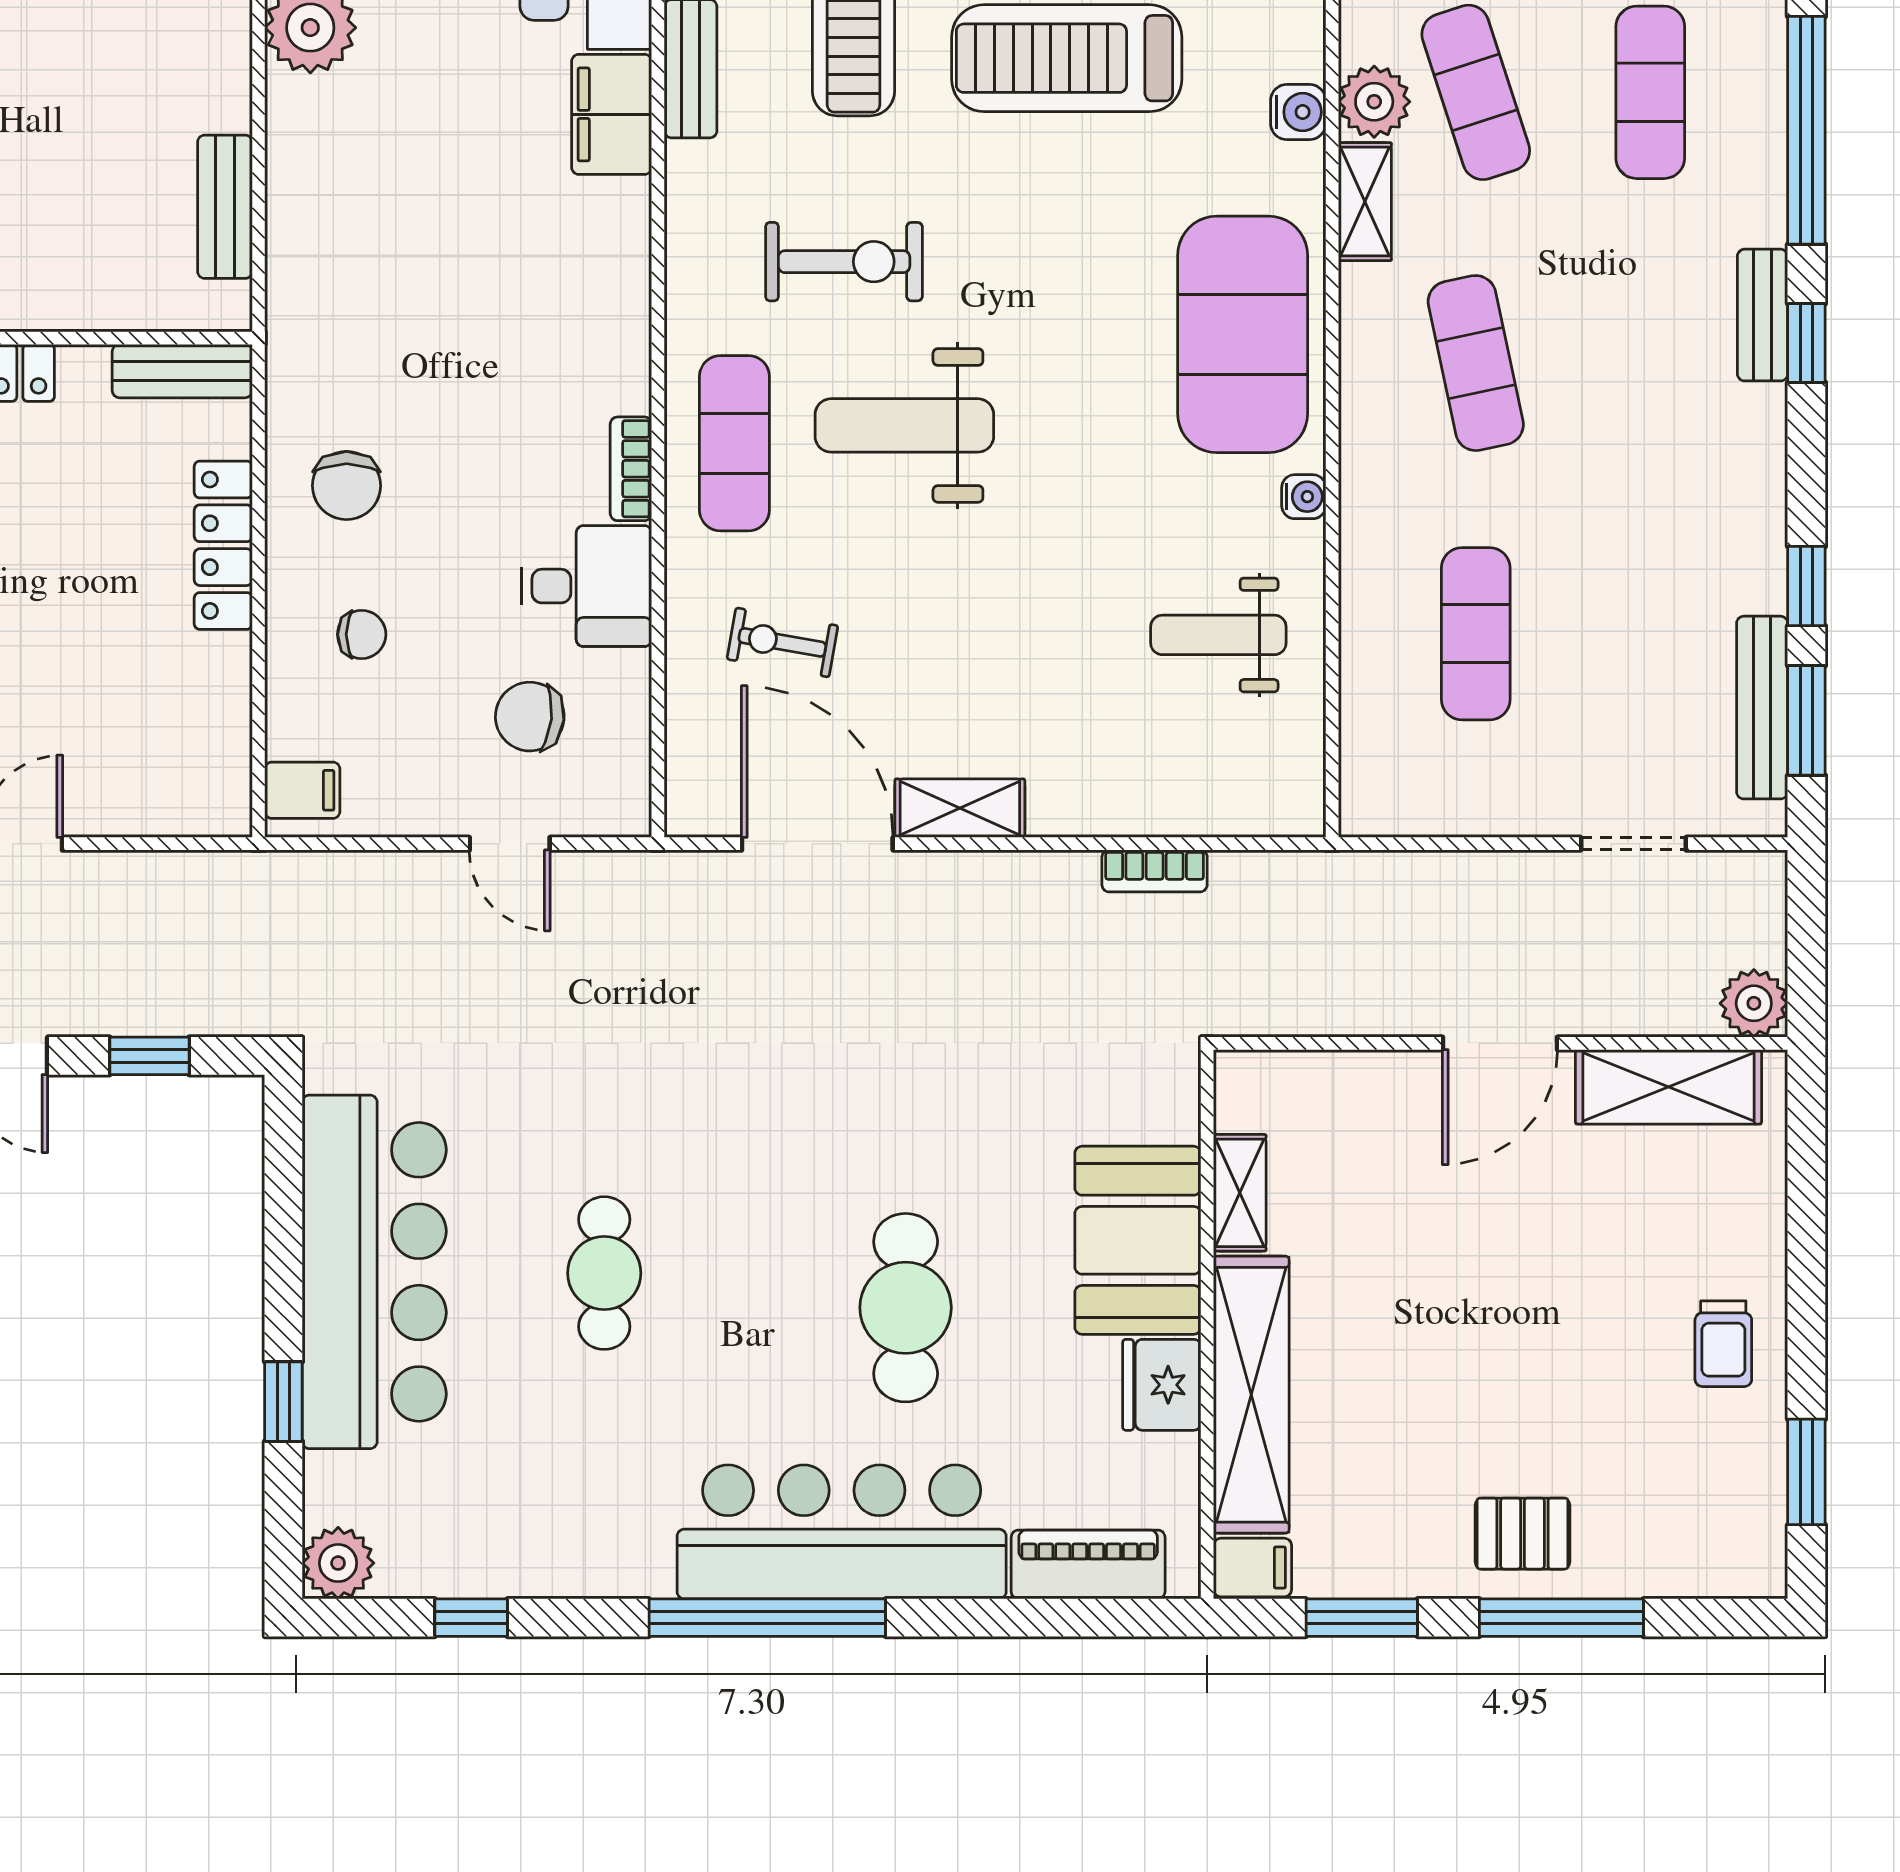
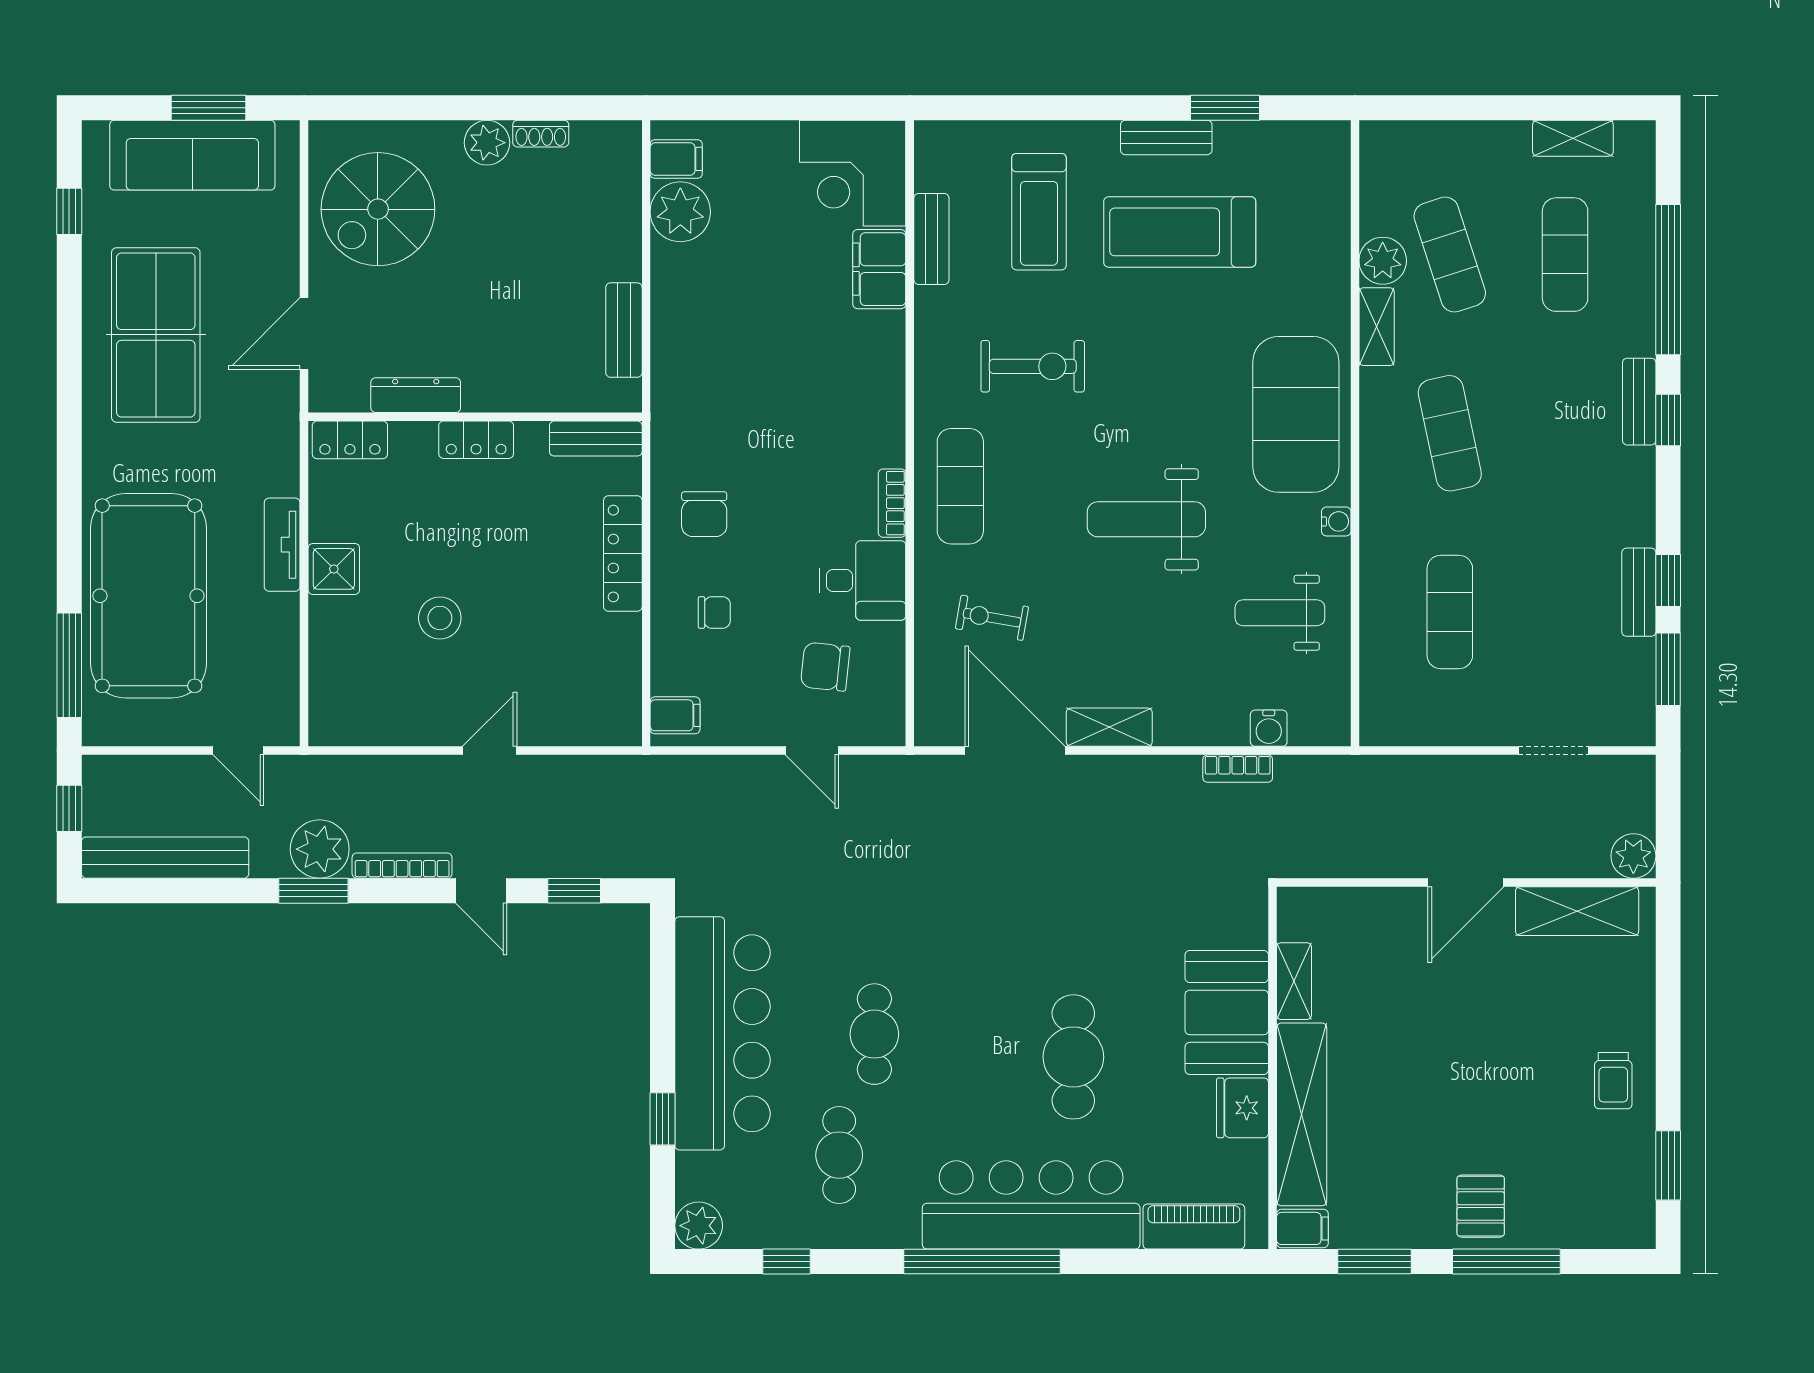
water cooler: (1298, 112) -> (1269, 728), moved, turned 90
weight bench: (904, 425) -> (1146, 519), moved
bench: (1762, 708) -> (1639, 592), moved, width x0.73
cafe table: (551, 1456) -> (839, 1155), added
pallet: (1522, 1534) -> (1481, 1206), turned 90

